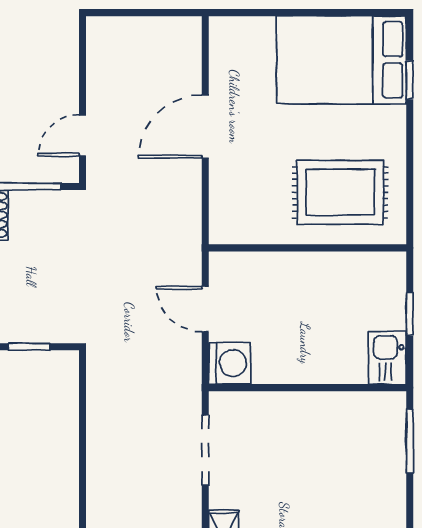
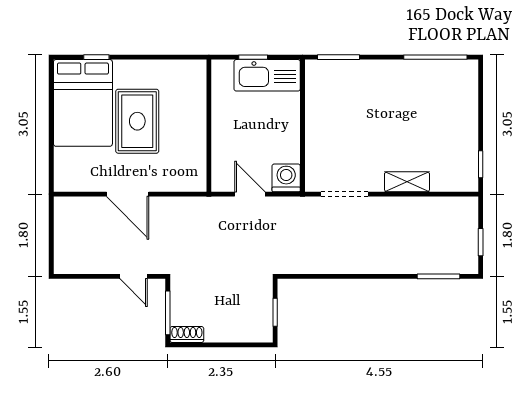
rug: (340, 192) -> (137, 121), moved
door: (205, 309) -> (250, 194), swing flipped
kitchen sink: (387, 358) -> (267, 75), width x1.88, depth x1.24

